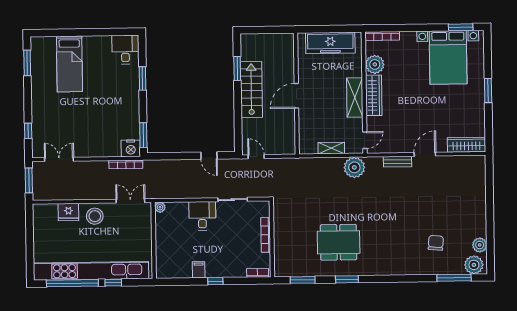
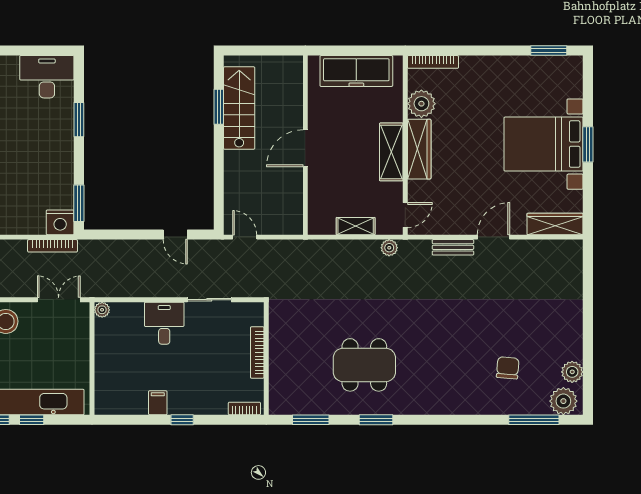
desk: (125, 50) -> (47, 77), width x1.37
bed with nightstands: (448, 57) -> (544, 144), moved, turned 90
stairs: (251, 89) -> (239, 108), moved
plant: (354, 167) -> (389, 248), width x0.53, depth x0.53

